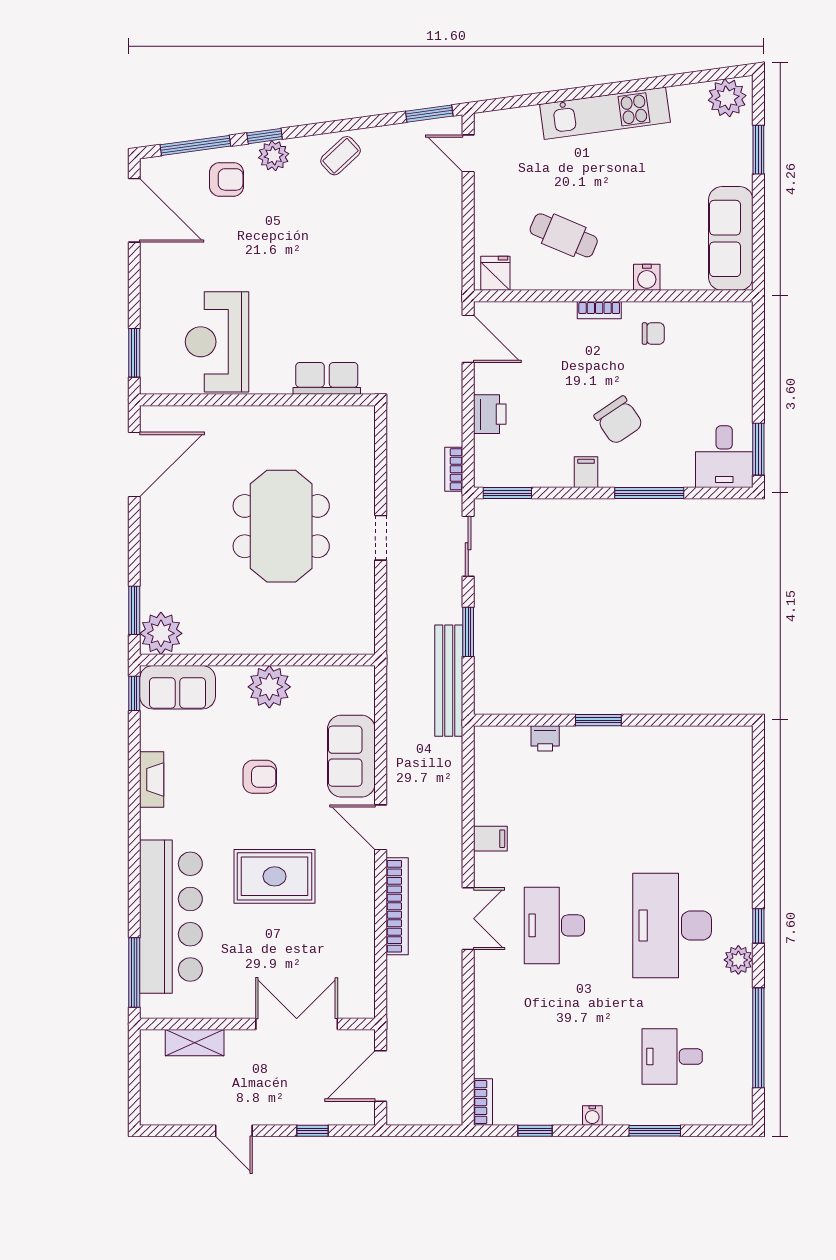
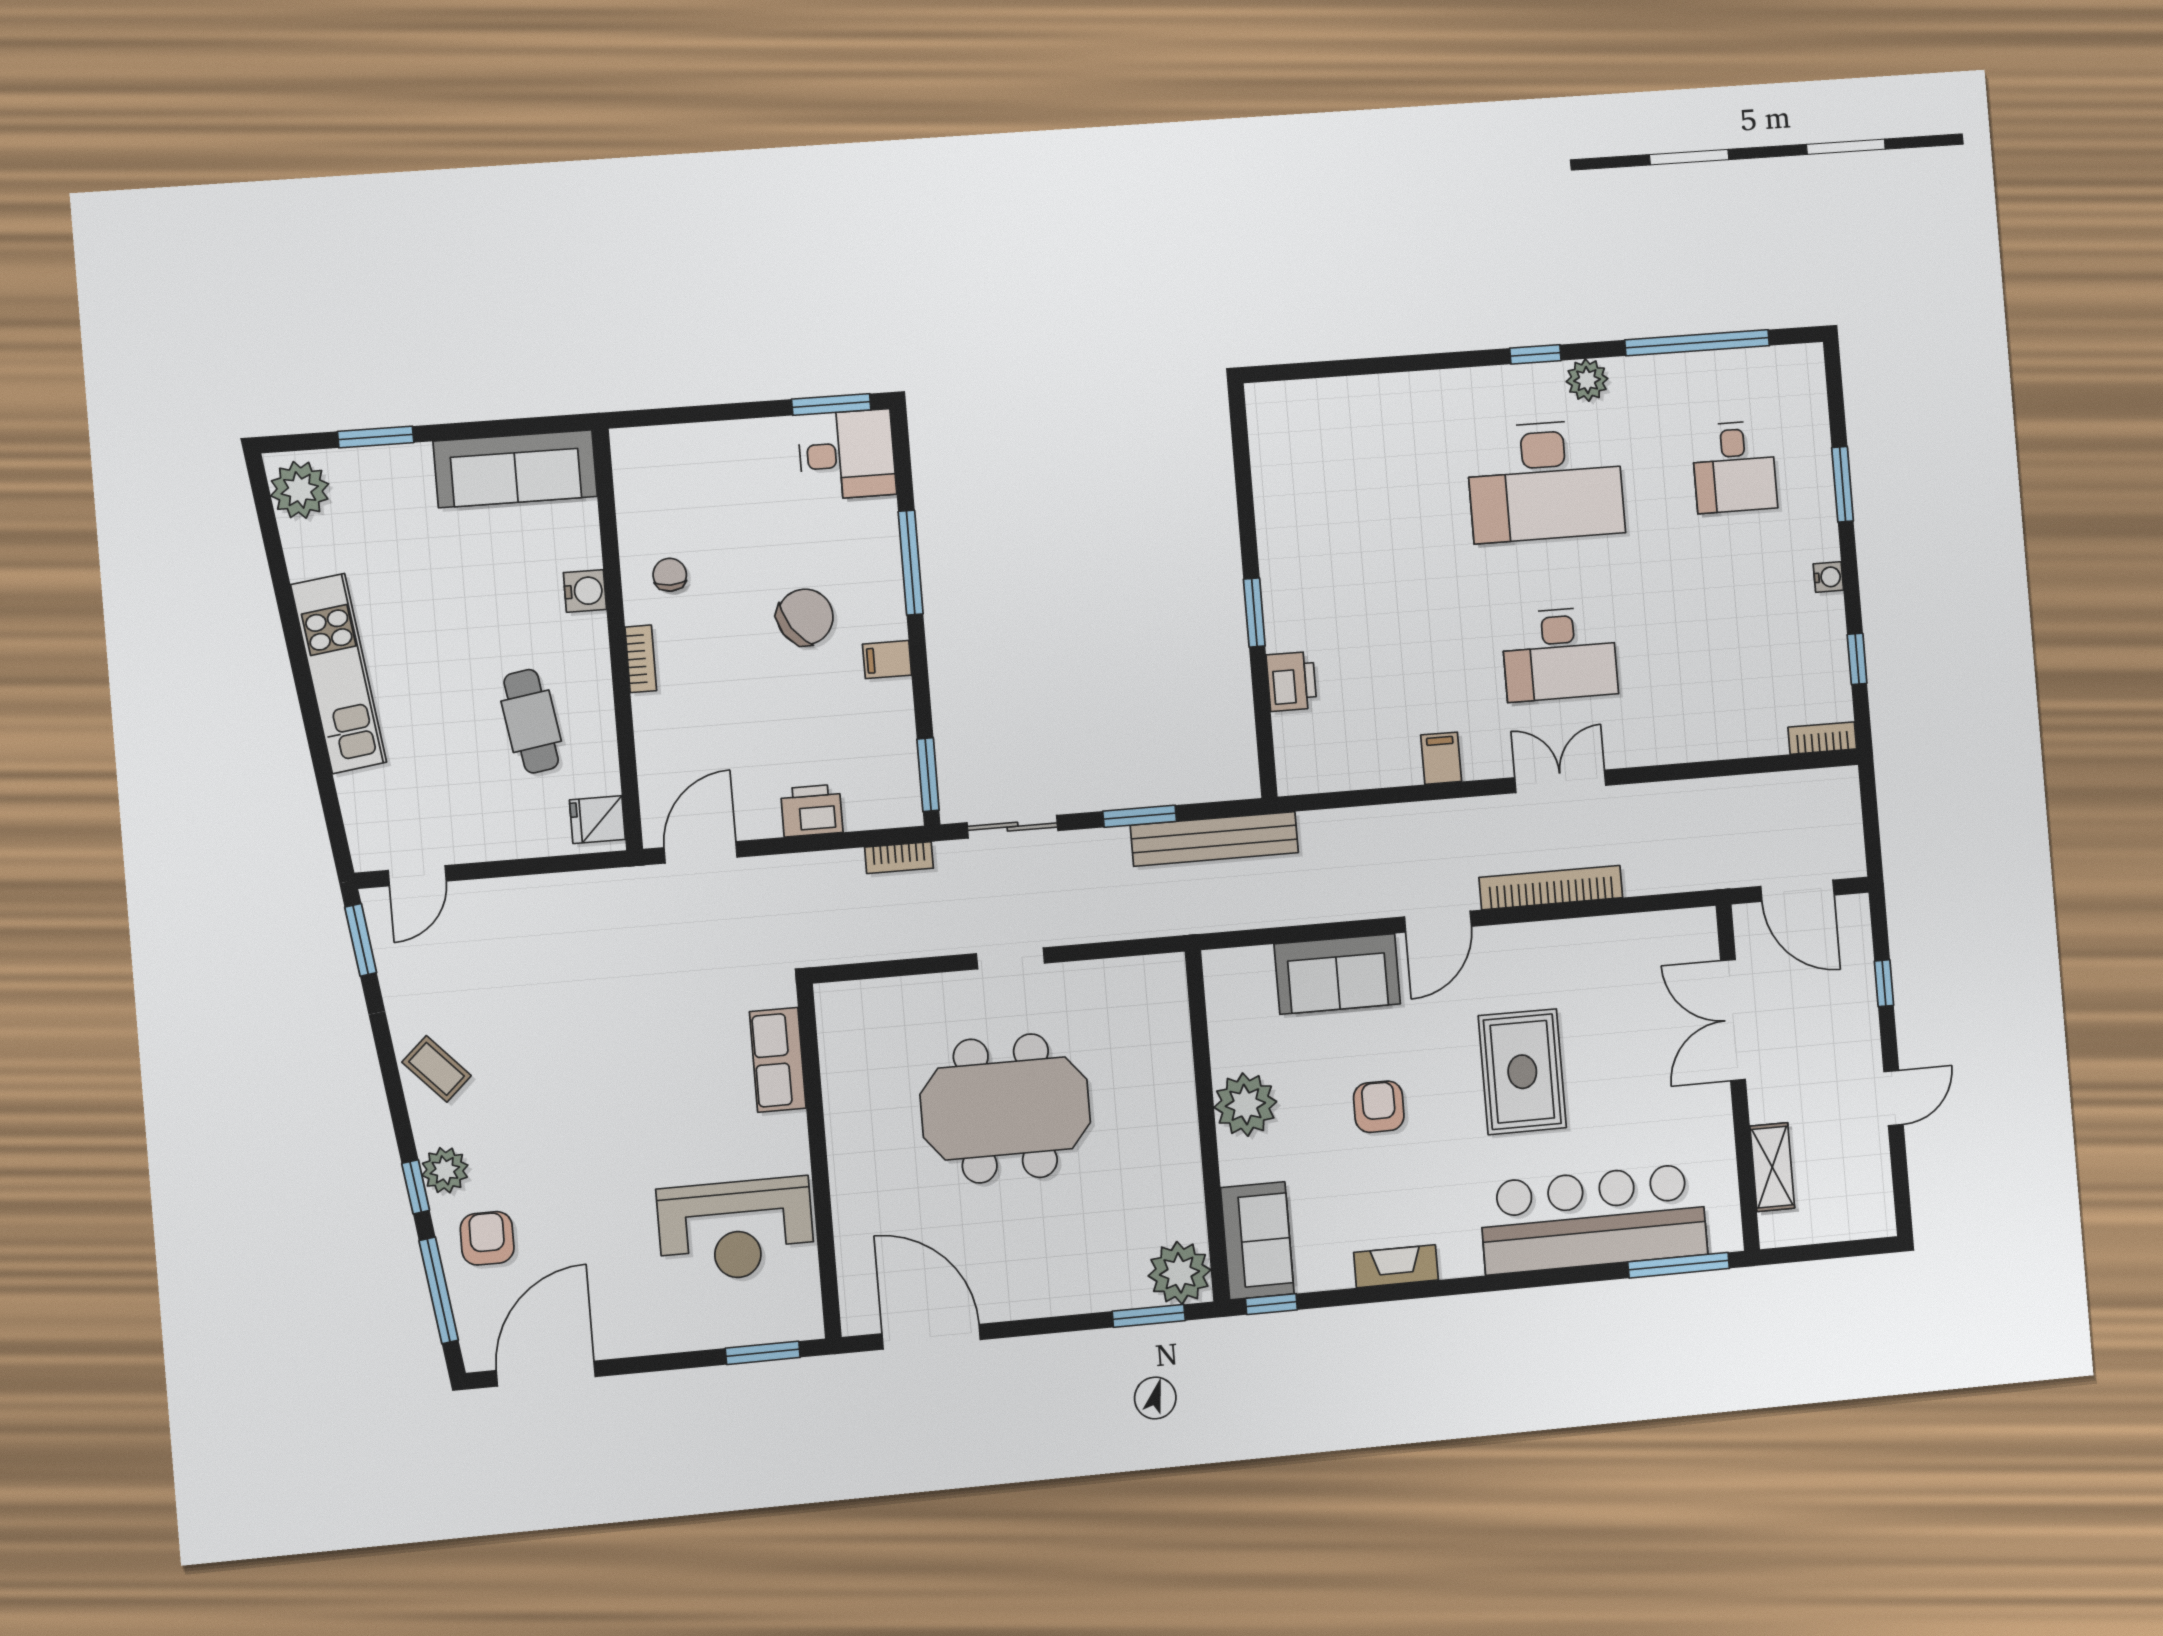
cafe table: (564, 235) -> (531, 721), turned -32
printer: (545, 738) -> (1292, 681), width x1.36, depth x1.24

